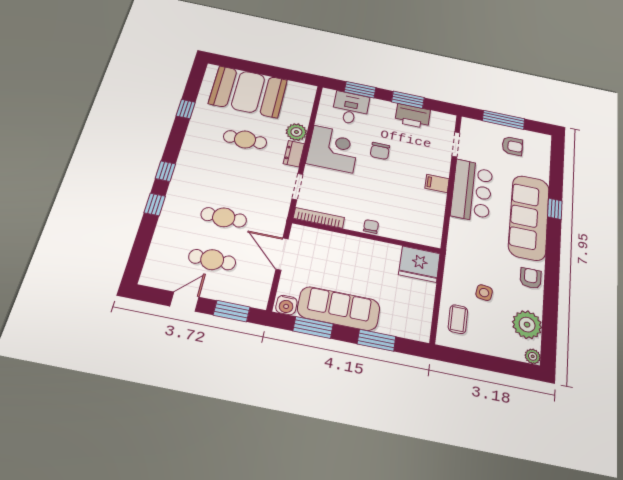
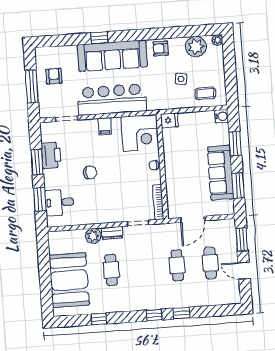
corner desk: (333, 149) -> (140, 133), moved, turned 180
bar counter: (472, 191) -> (112, 100), width x1.36
fridge: (419, 264) -> (169, 120), width x0.53, depth x0.75
water cooler: (286, 305) -> (221, 116), moved

